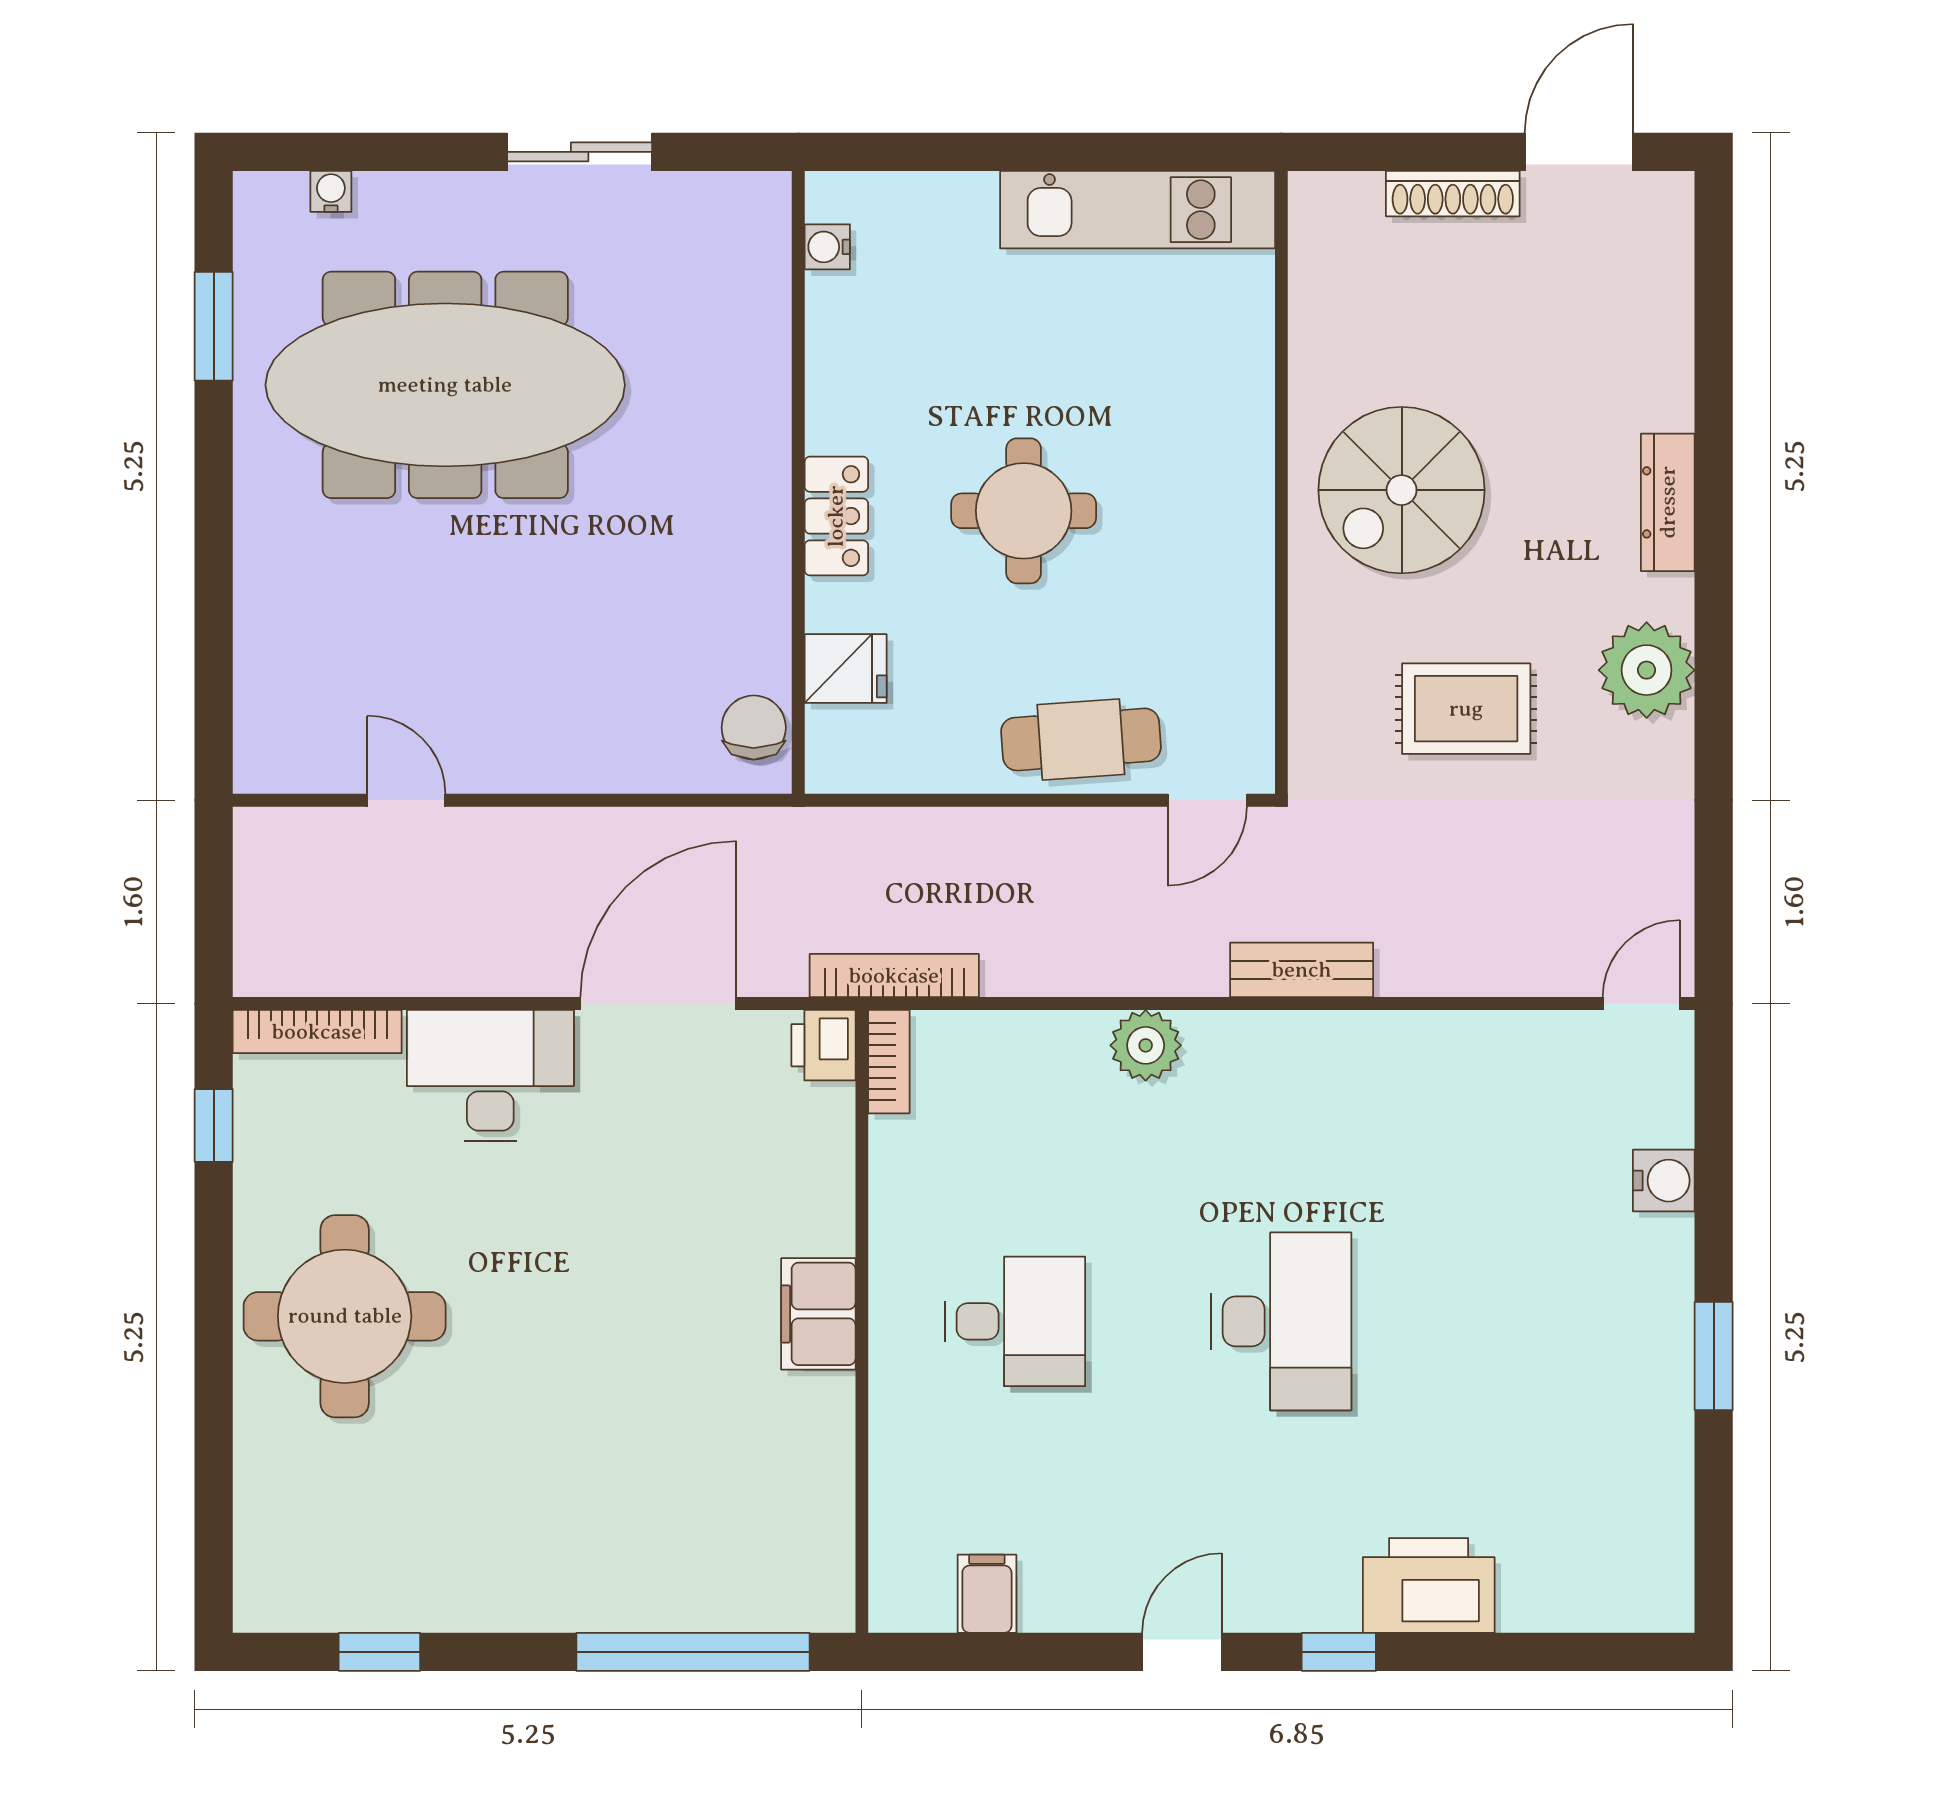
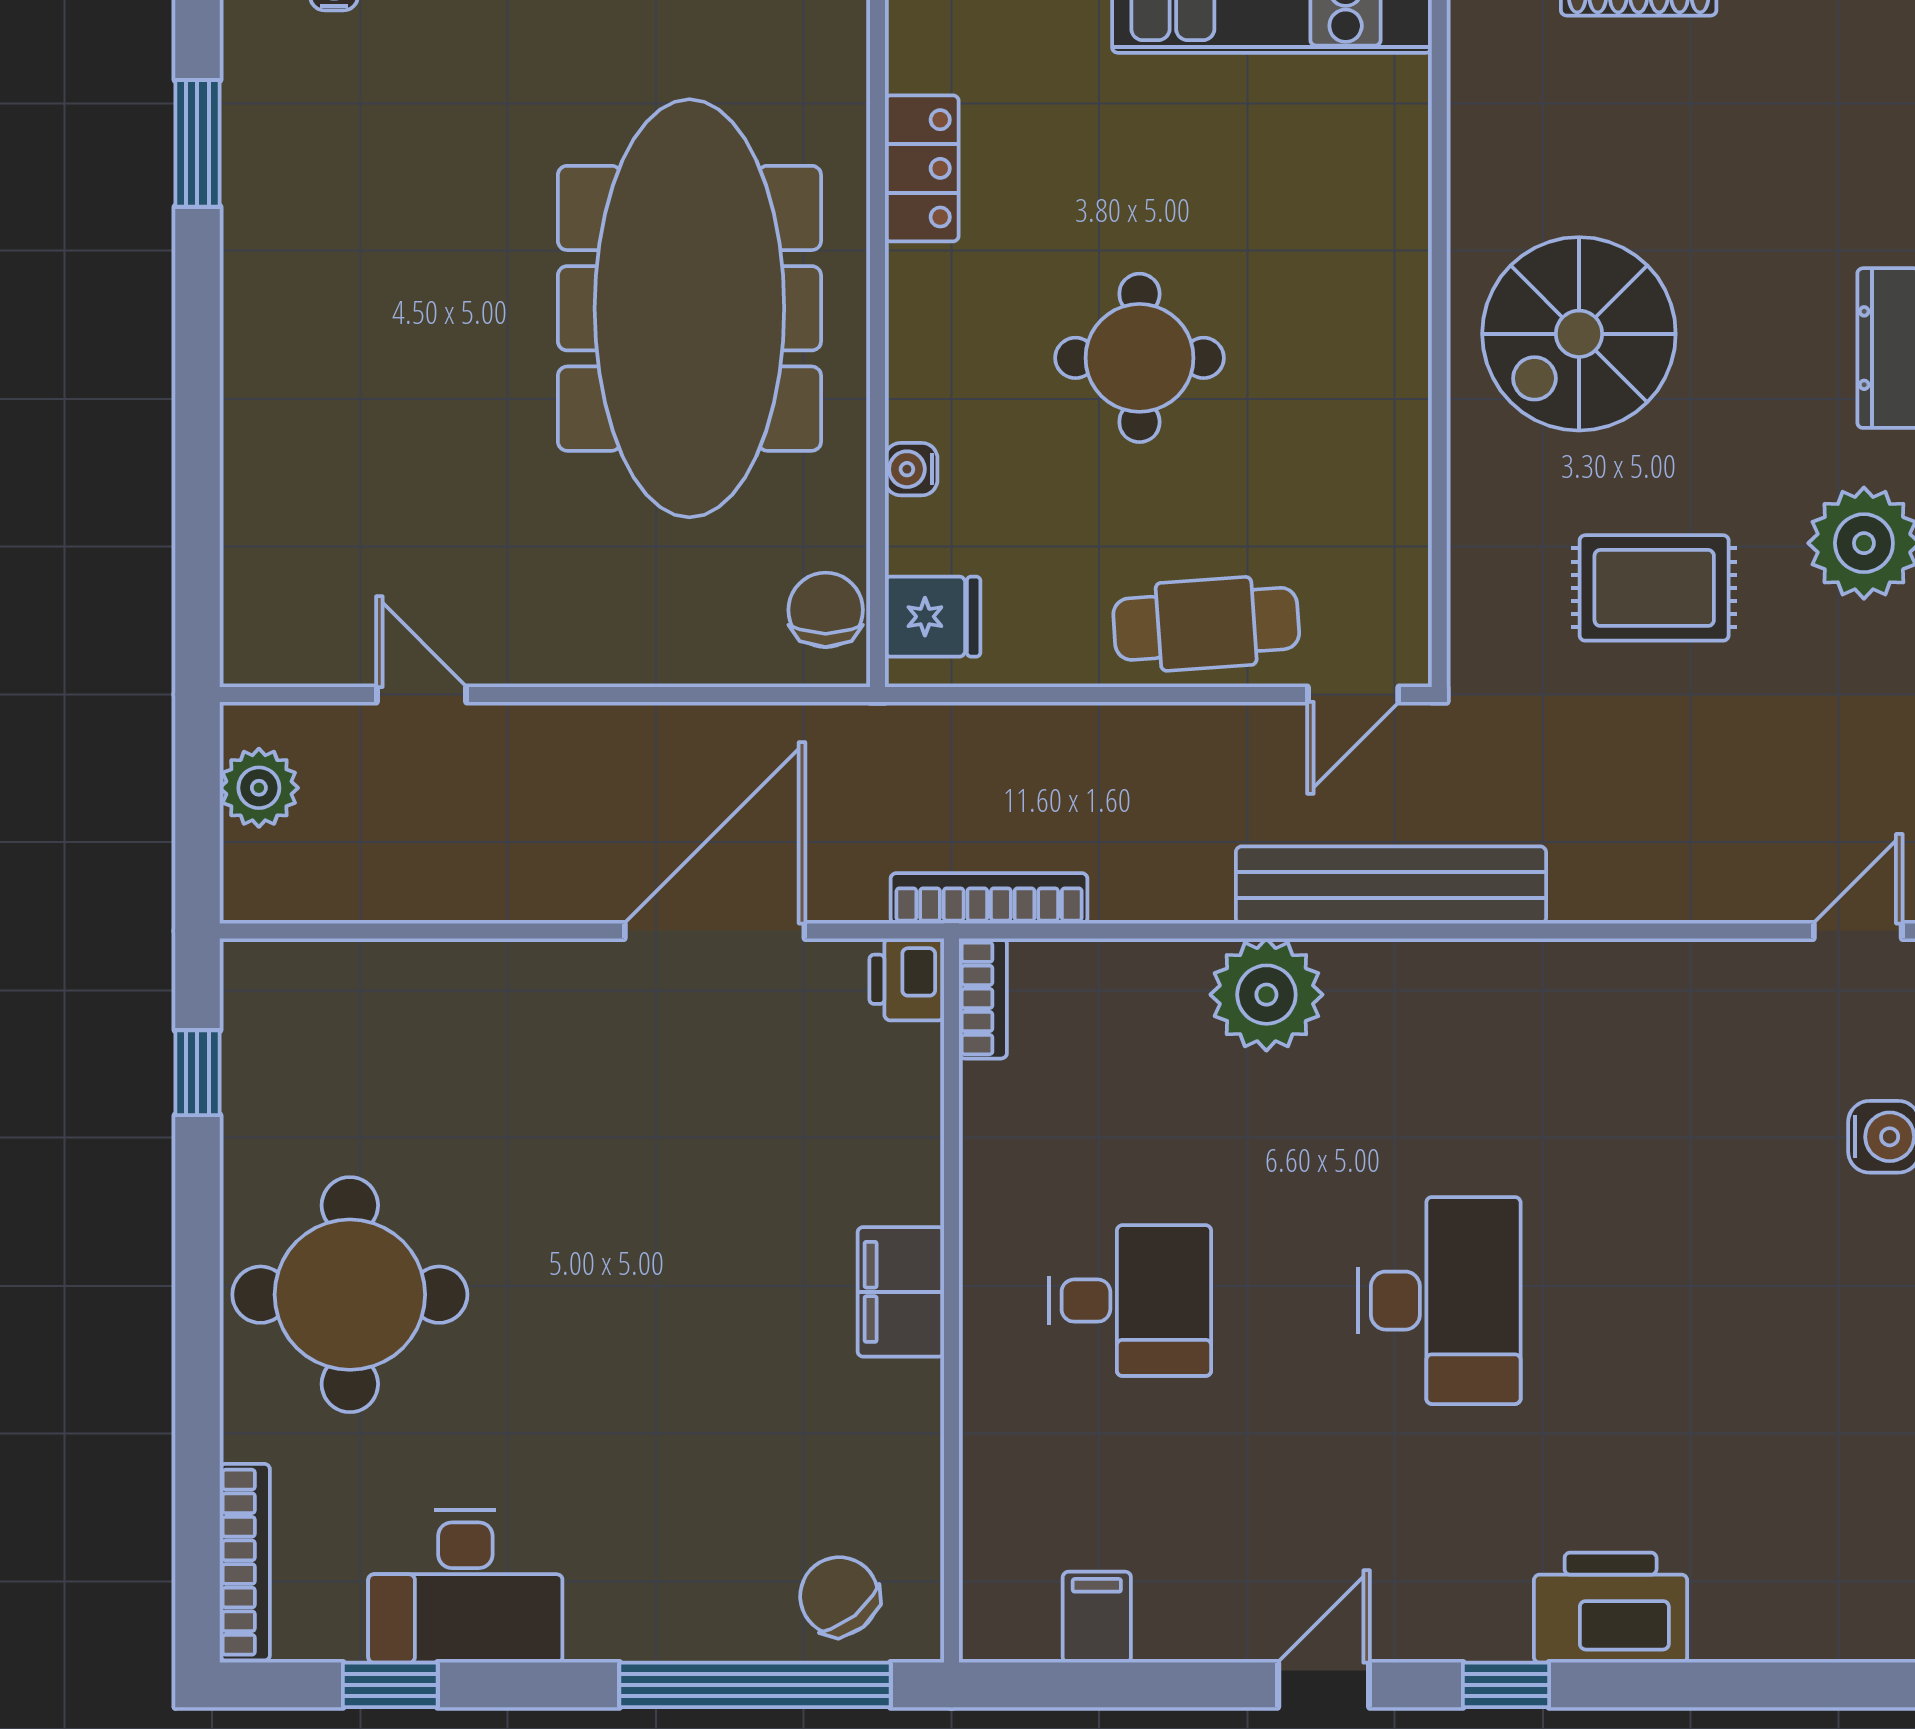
water cooler: (827, 247) -> (911, 469), moved
meeting table: (445, 385) -> (689, 308), moved, turned 90
locker: (836, 516) -> (922, 168), moved
fridge: (846, 669) -> (933, 617), moved
plant: (266, 880) -> (259, 788), added
bench: (1302, 970) -> (1391, 885), width x1.86, depth x1.21
bookcase: (317, 1032) -> (245, 1562), moved, turned -90
plant: (1146, 1045) -> (1266, 995), width x1.36, depth x1.36
desk: (490, 1076) -> (465, 1586), moved, turned 180
chair: (765, 1576) -> (839, 1596), added

